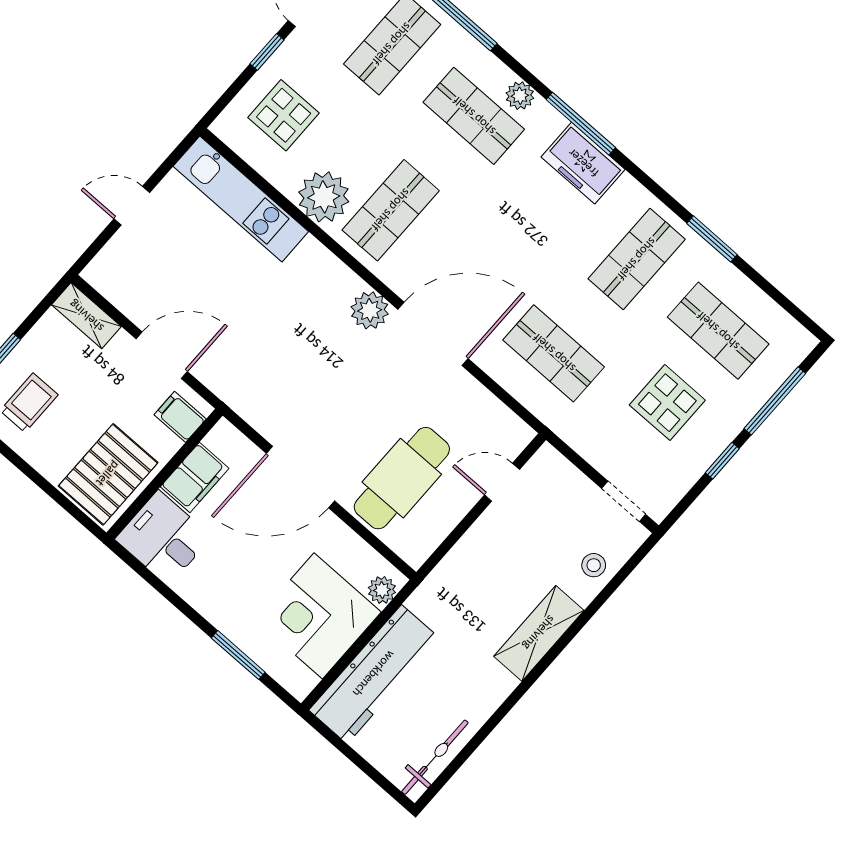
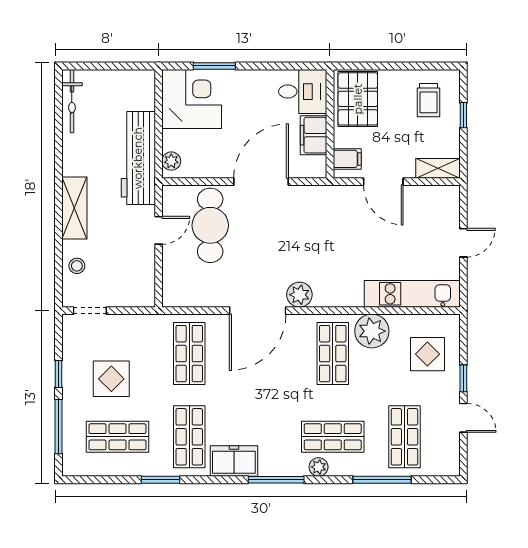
freezer: (583, 163) -> (234, 461), moved
shop shelf: (554, 353) -> (189, 354), turned 90
door: (162, 355) -> (383, 182), hinge flipped
door: (502, 482) -> (159, 230), moved
corner desk: (318, 616) -> (192, 99), moved
workbench: (374, 674) -> (138, 158), moved

